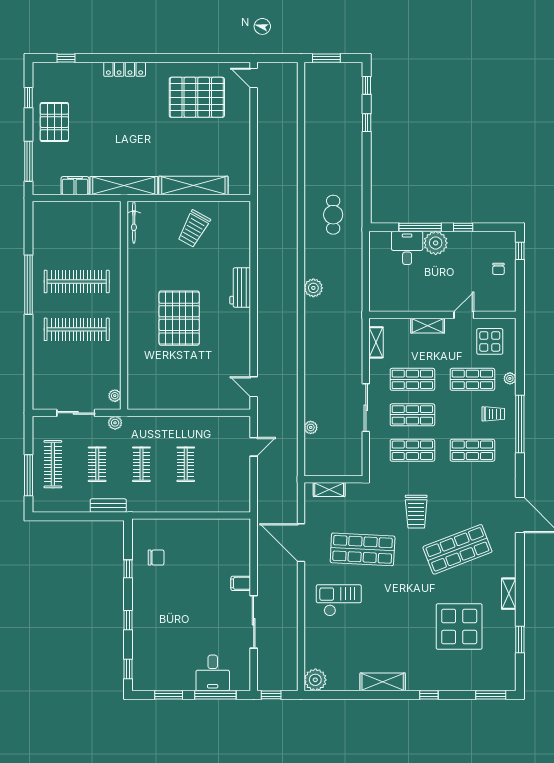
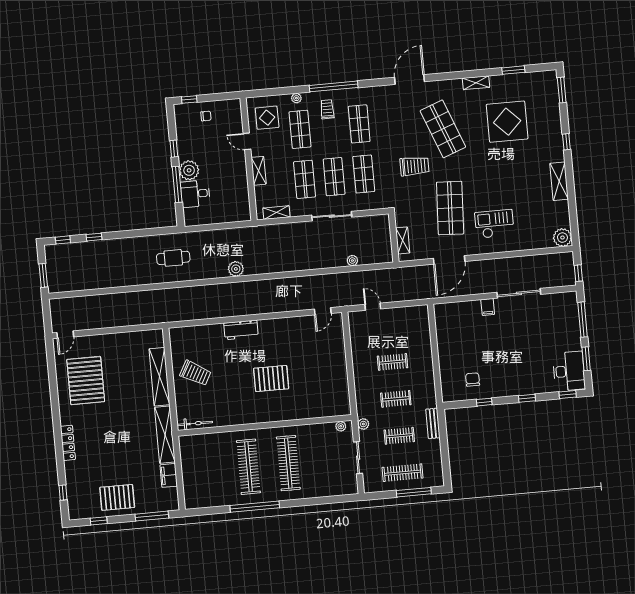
pallet: (179, 318) -> (271, 378), width x0.73, depth x0.71
checkout: (339, 600) -> (494, 224), turned 90
desk: (213, 673) -> (569, 371), moved, width x1.37

